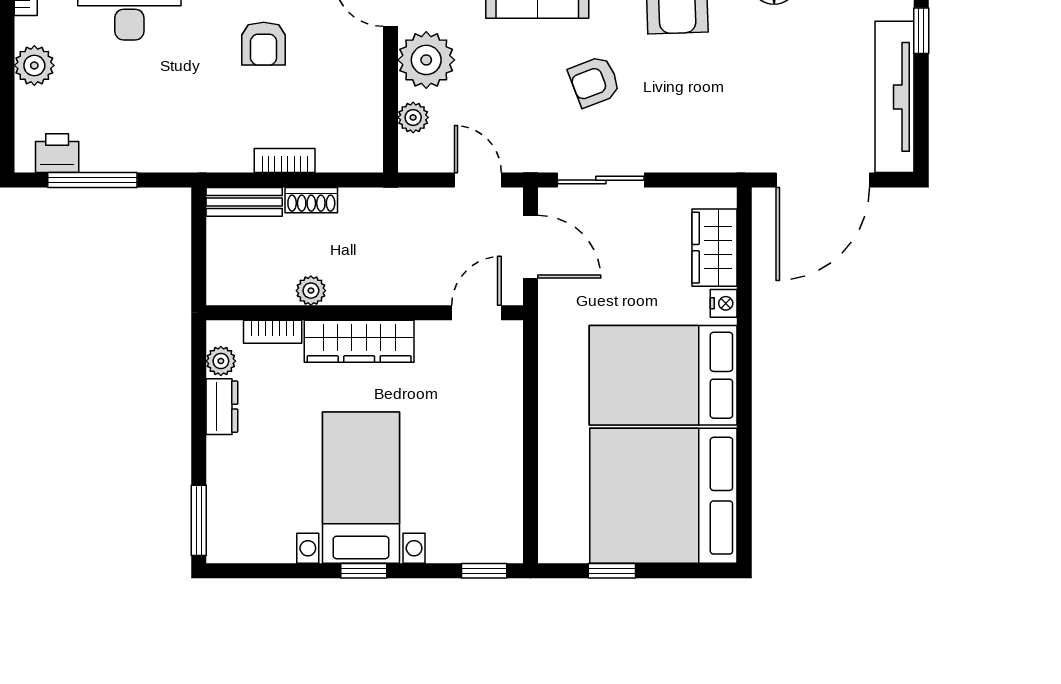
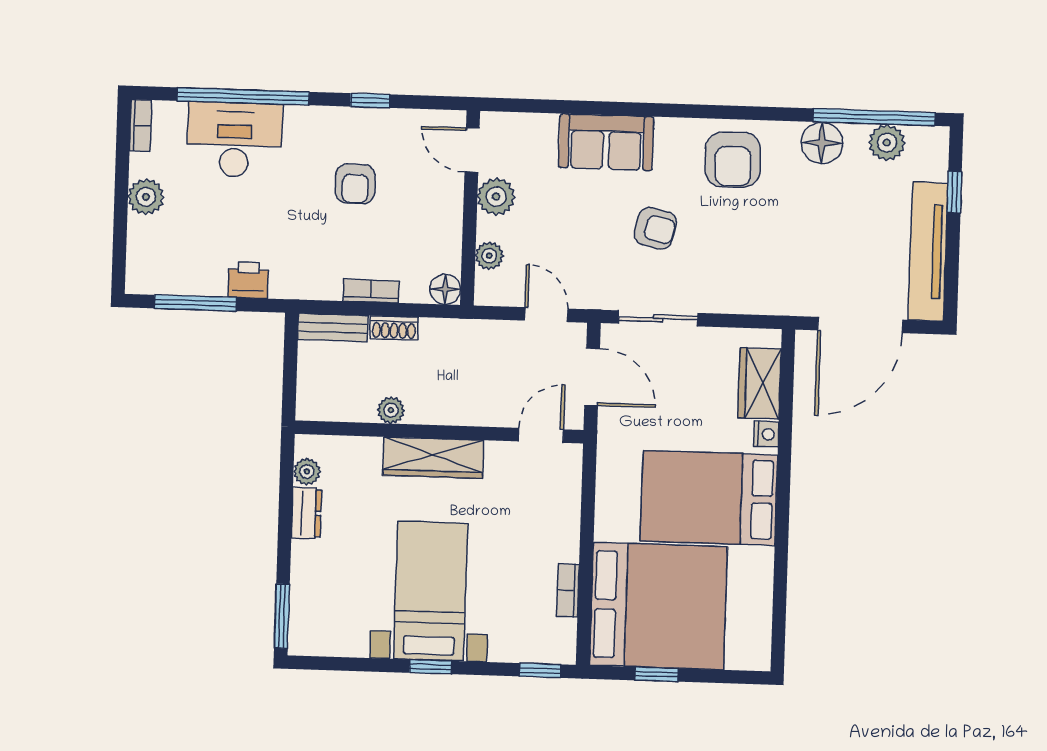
plant: (426, 60) -> (496, 197), width x0.73, depth x0.73
armchair: (594, 82) -> (655, 228), turned -146
printer: (57, 153) -> (248, 280), moved
floor lamp: (366, 156) -> (445, 289), added
bookcase: (273, 332) -> (568, 590), moved, turned 90
bed: (663, 496) -> (658, 606), moved, turned 180

